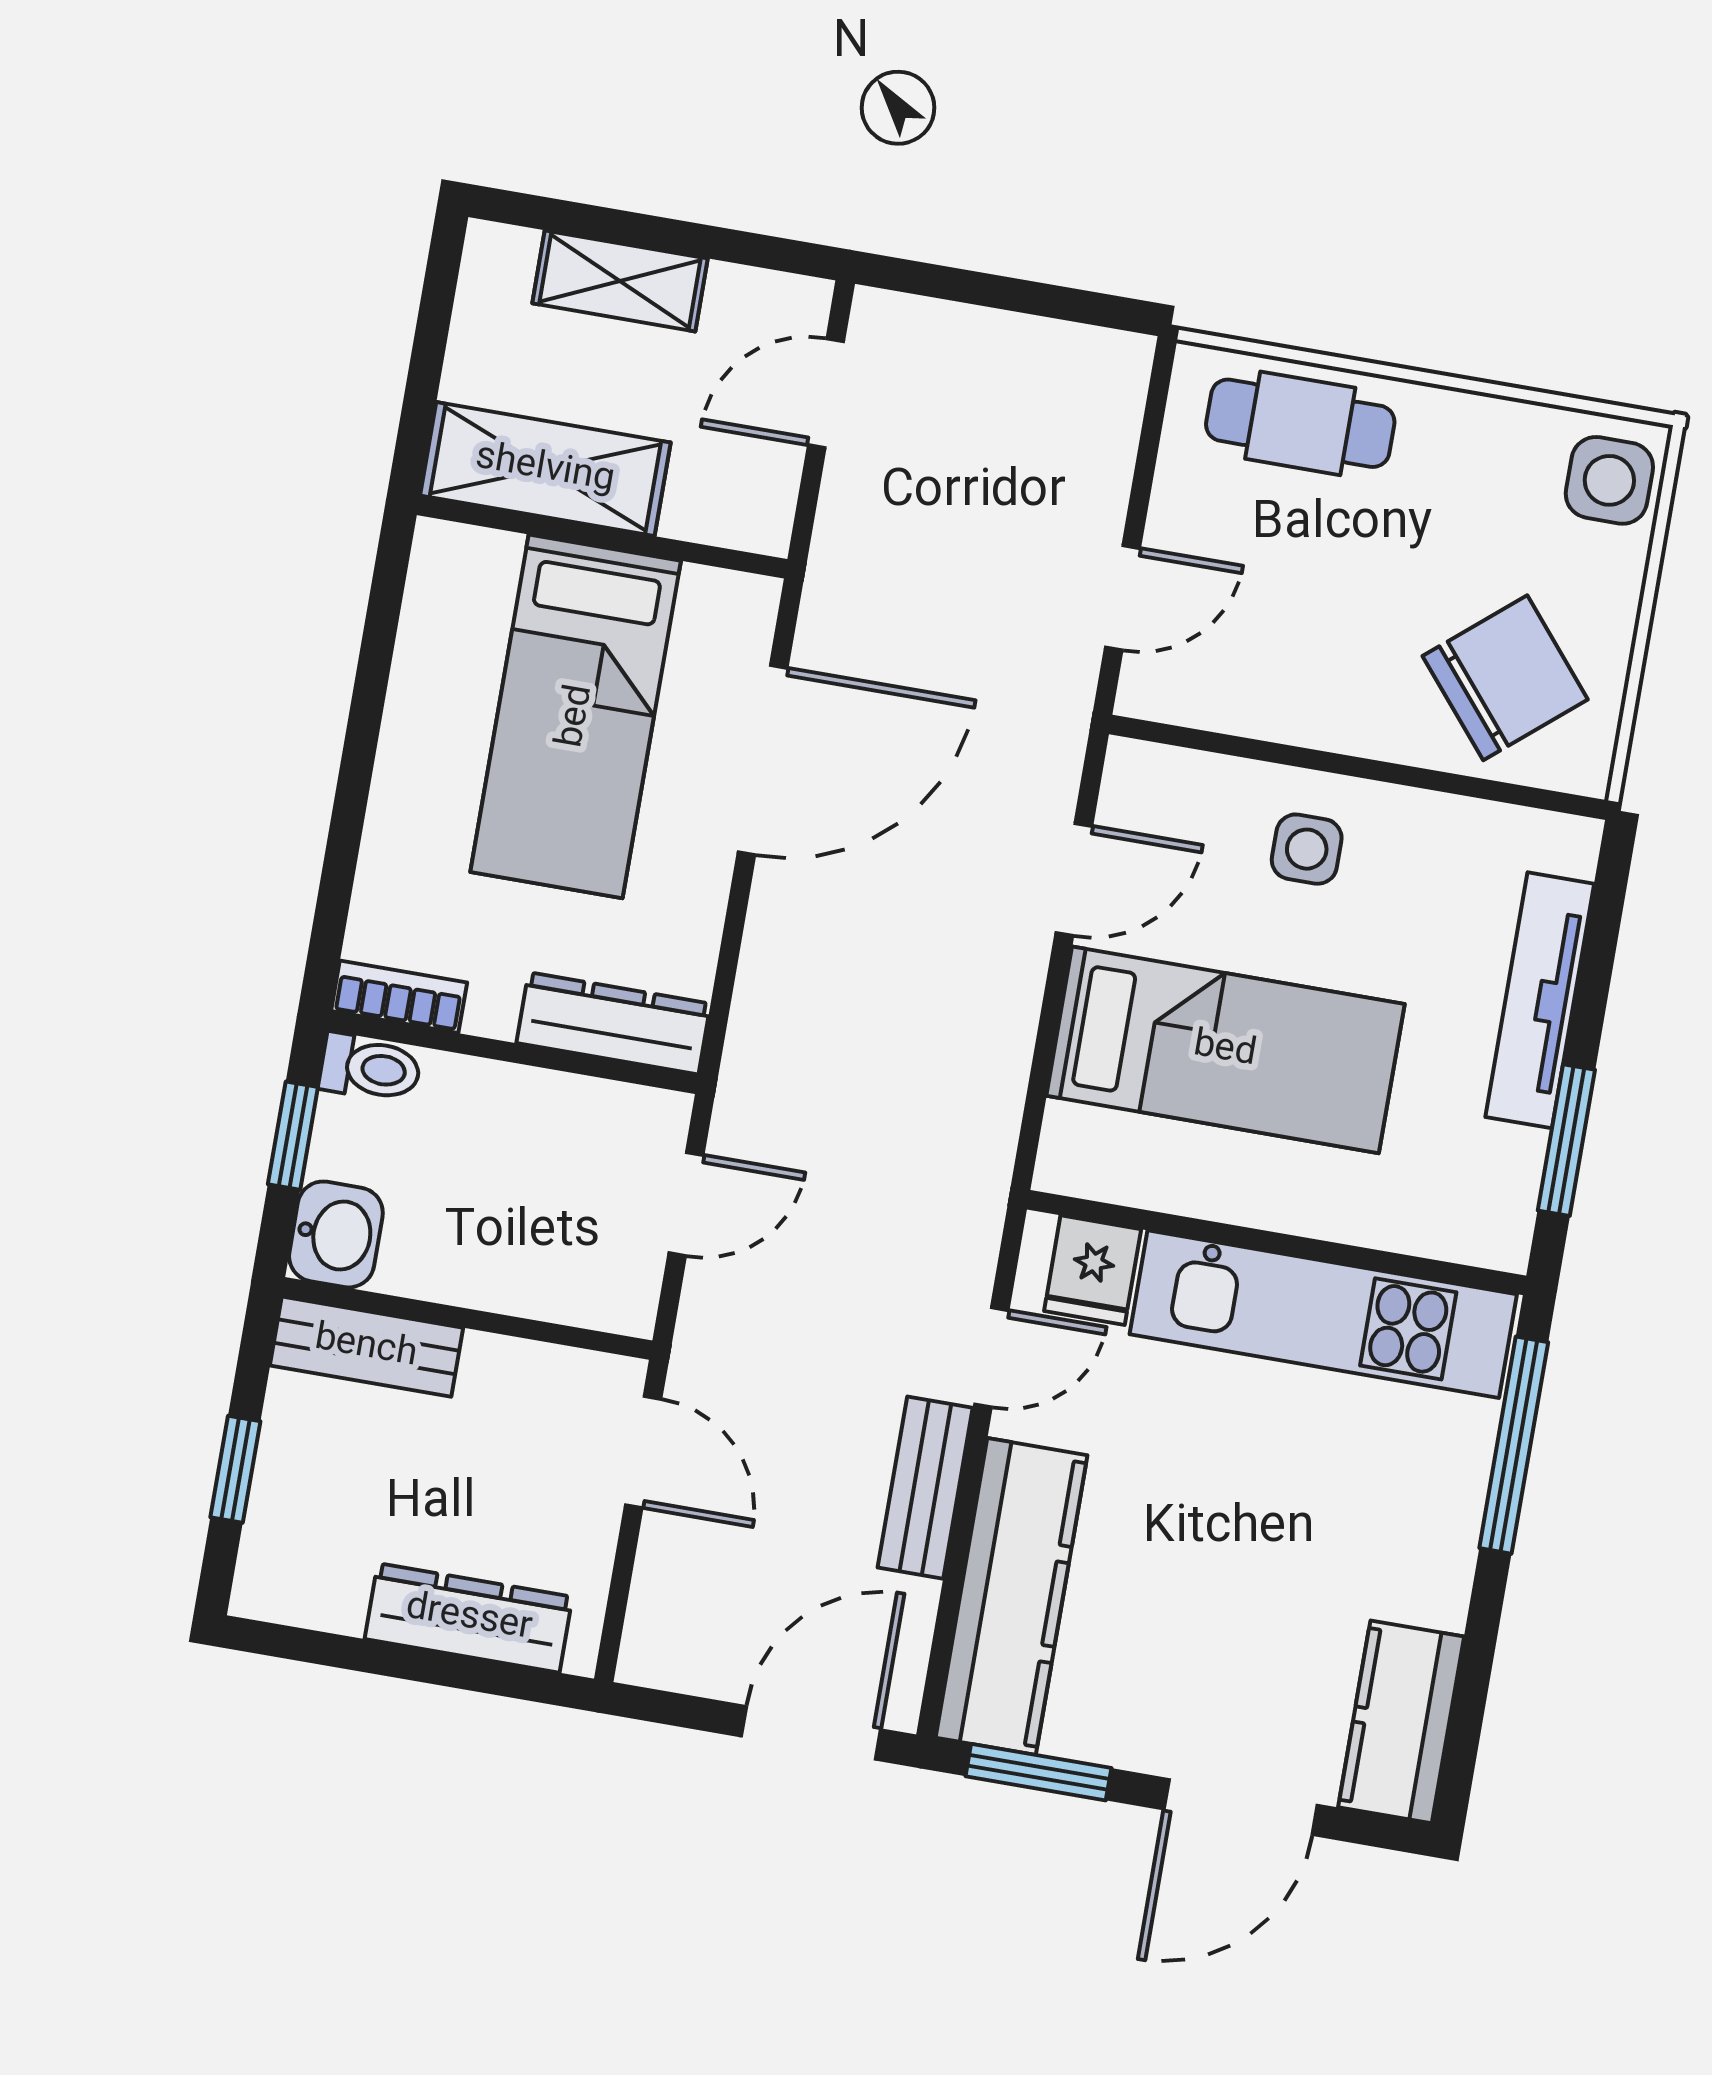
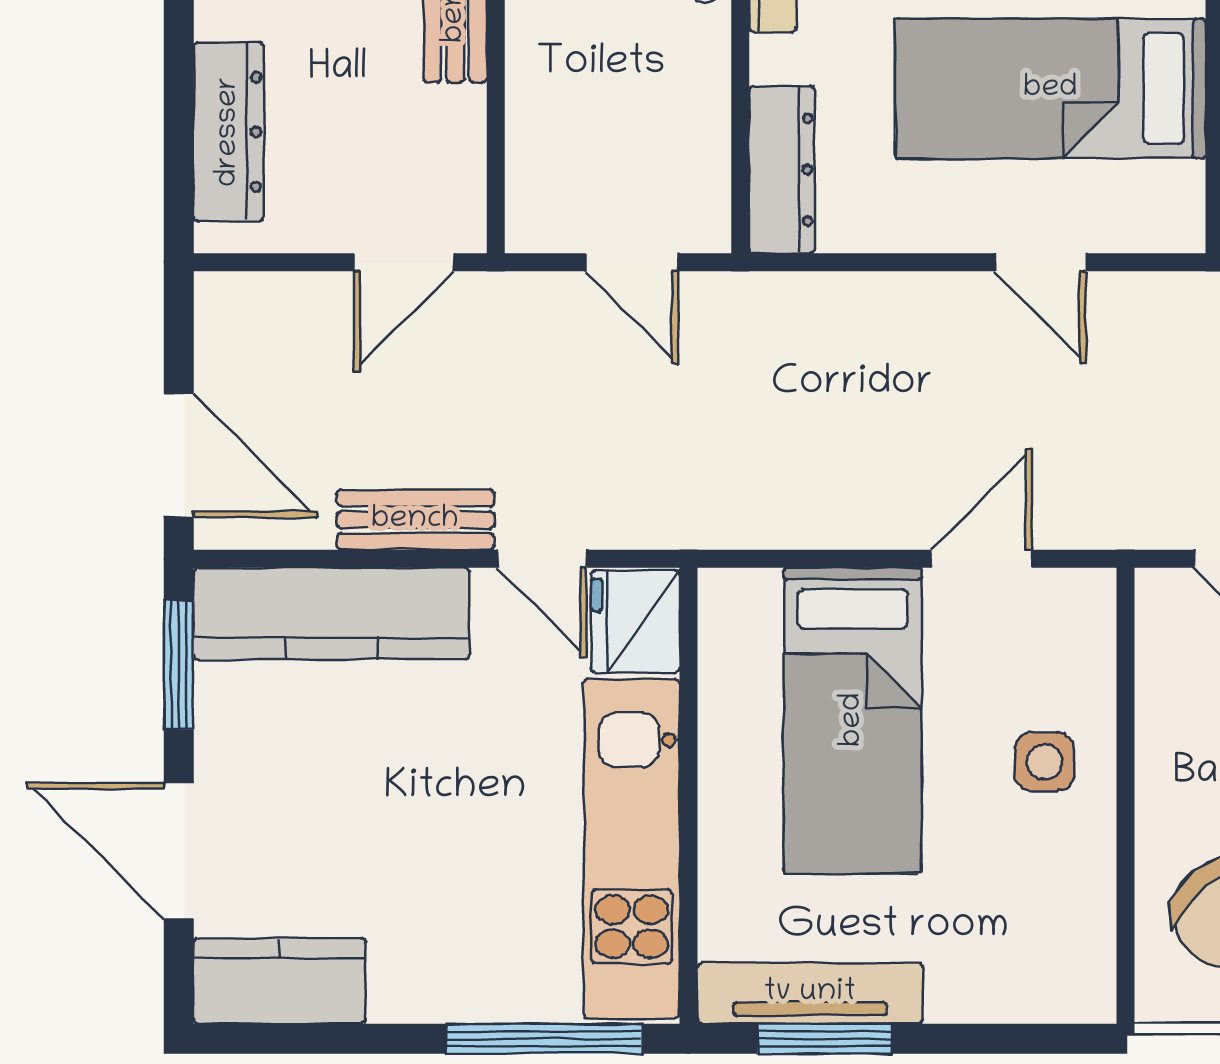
door: (763, 760) -> (1040, 262), width x0.53
door: (1074, 879) -> (982, 559), swing flipped
tv unit: (1540, 1000) -> (810, 993), moved
fridge: (1093, 1270) -> (635, 622), width x1.38

